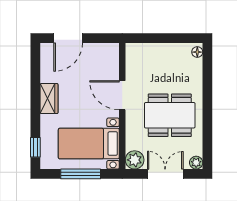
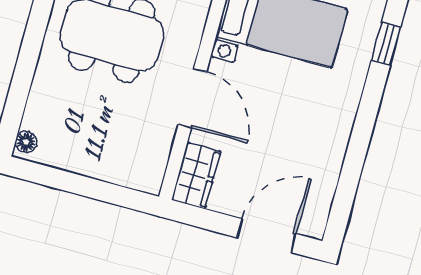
wardrobe: (49, 99) -> (196, 176), moved, turned 180

